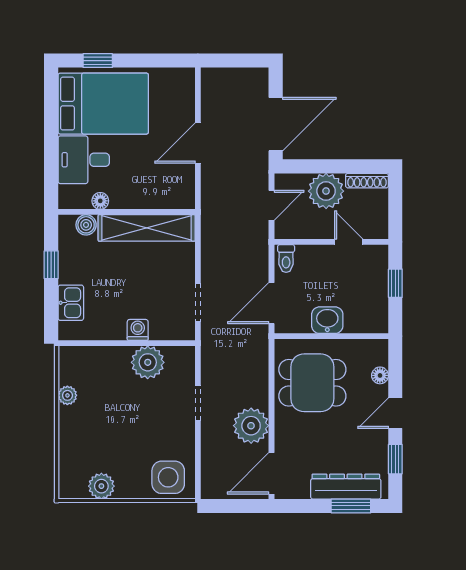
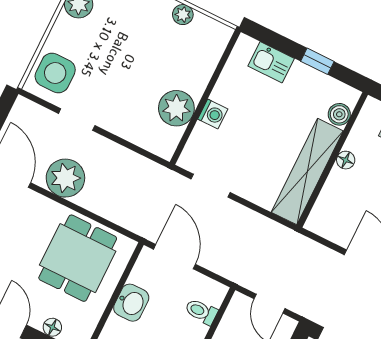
floor lamp: (100, 201) -> (346, 160), moved
toilet: (286, 259) -> (201, 312), moved
doorway: (198, 403) -> (77, 119), moved

